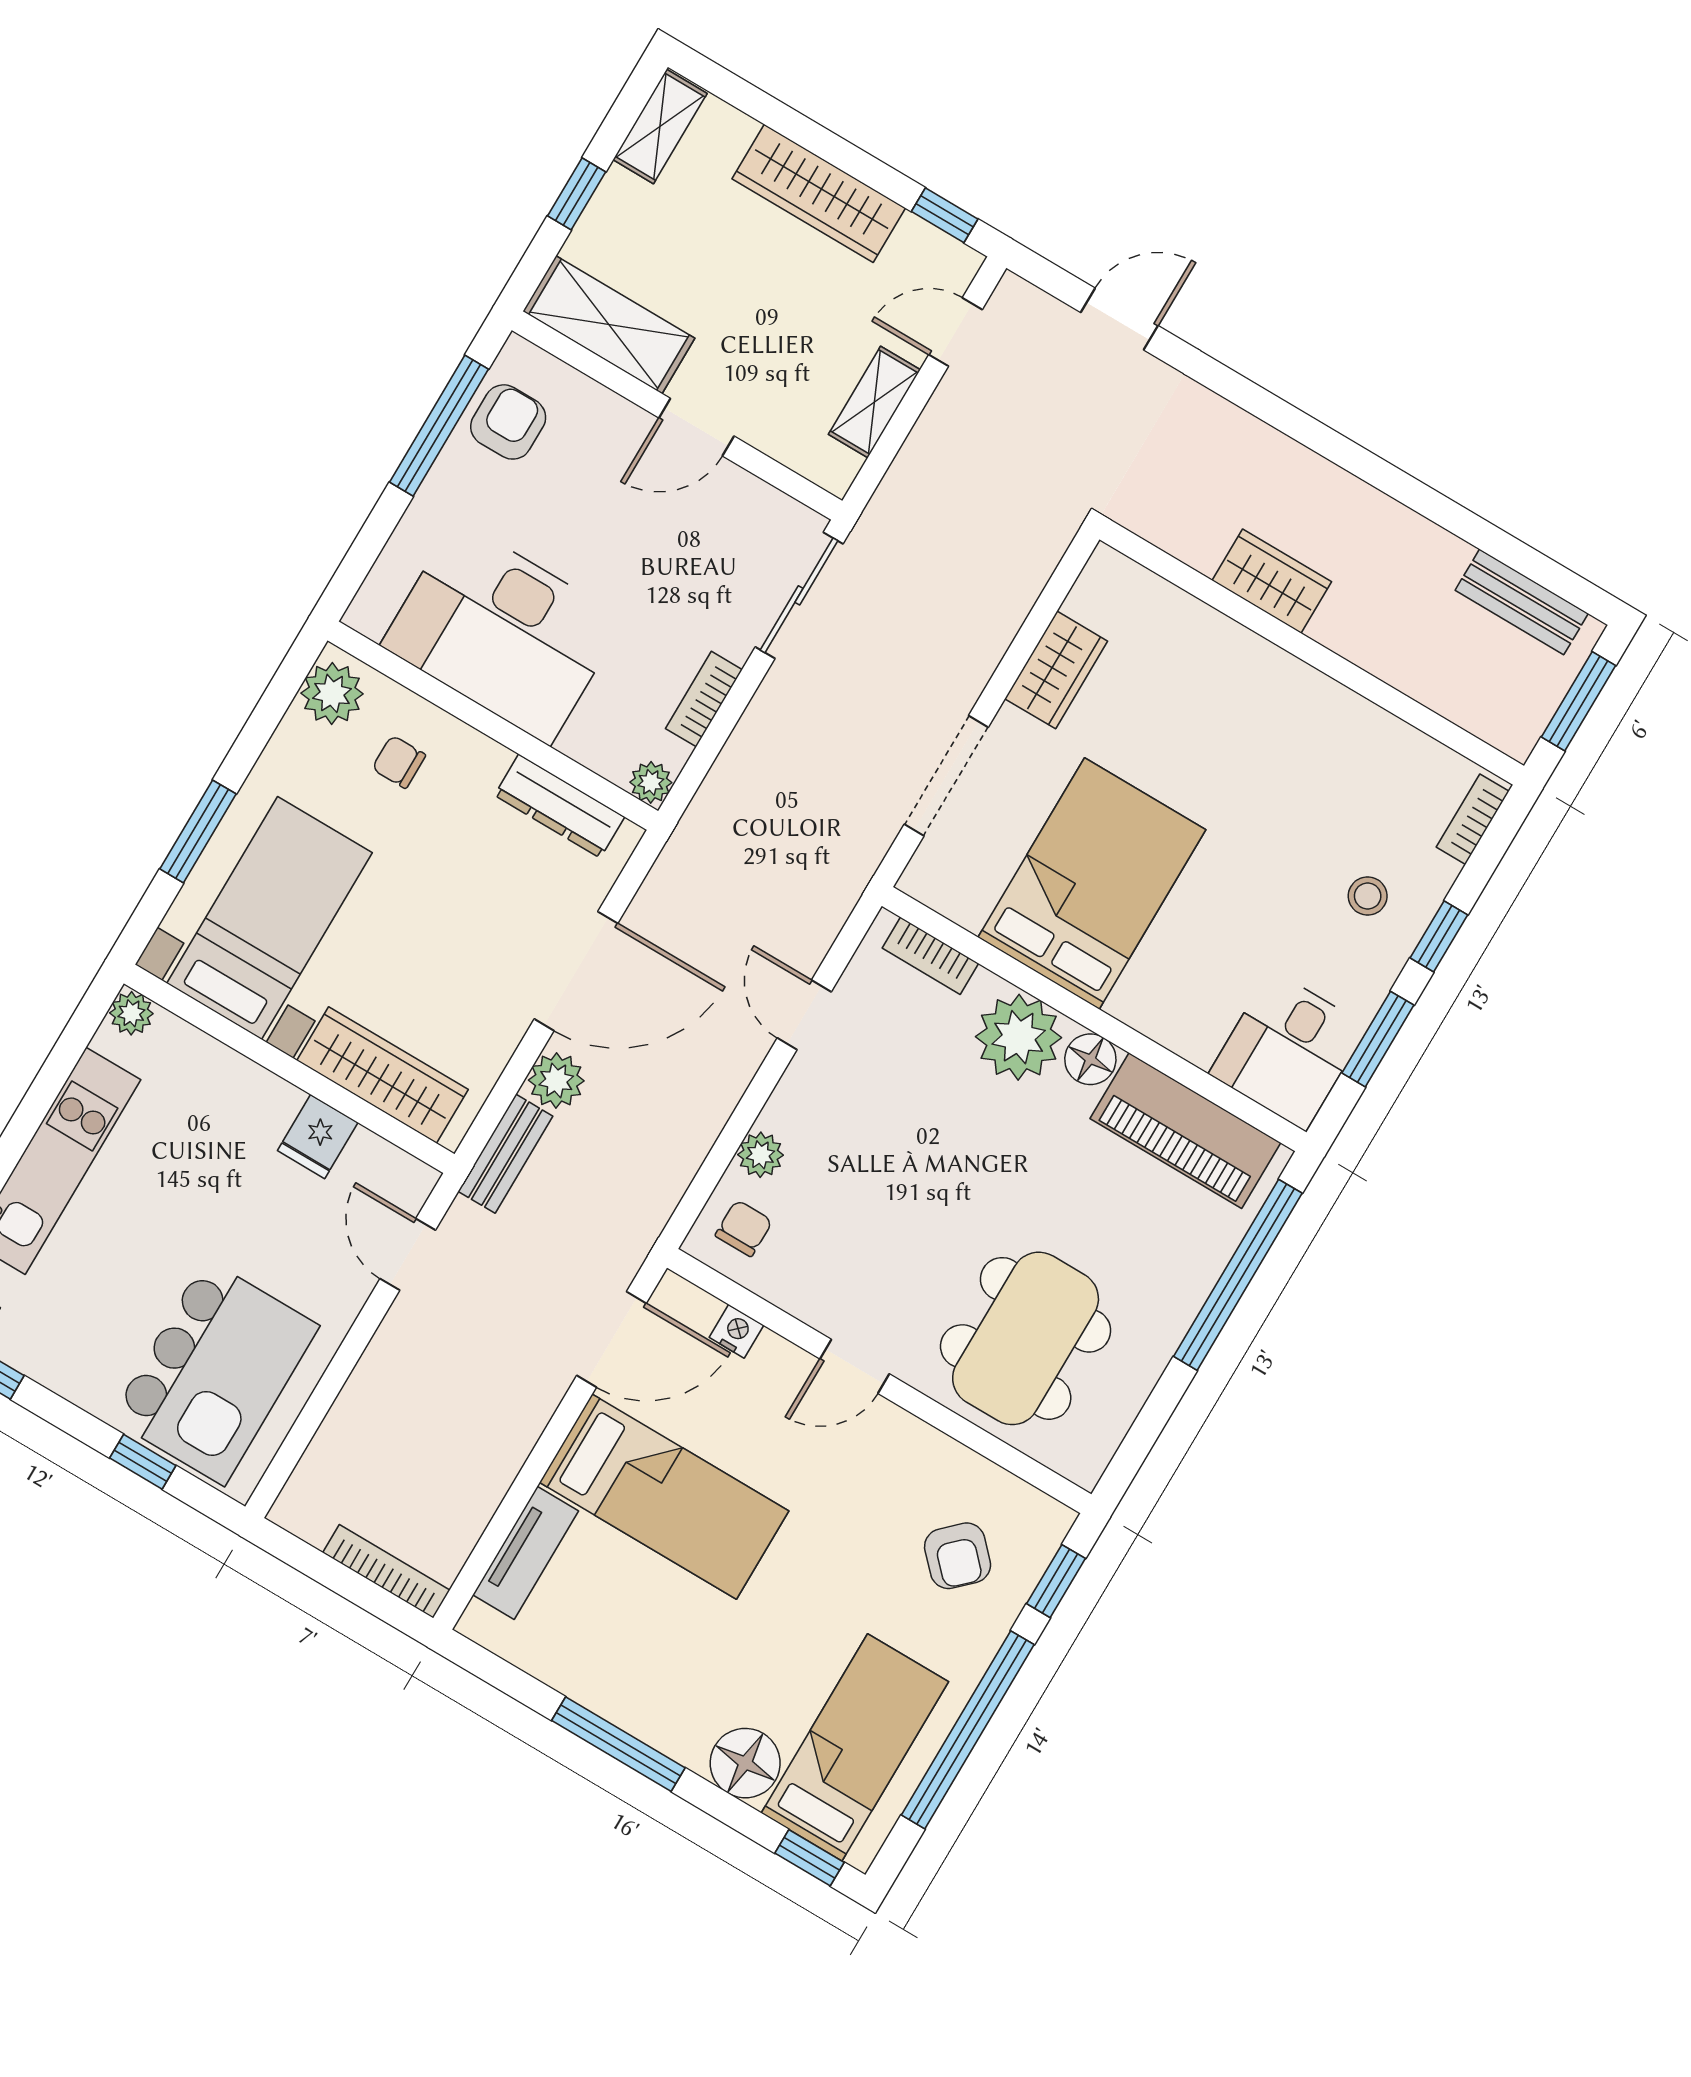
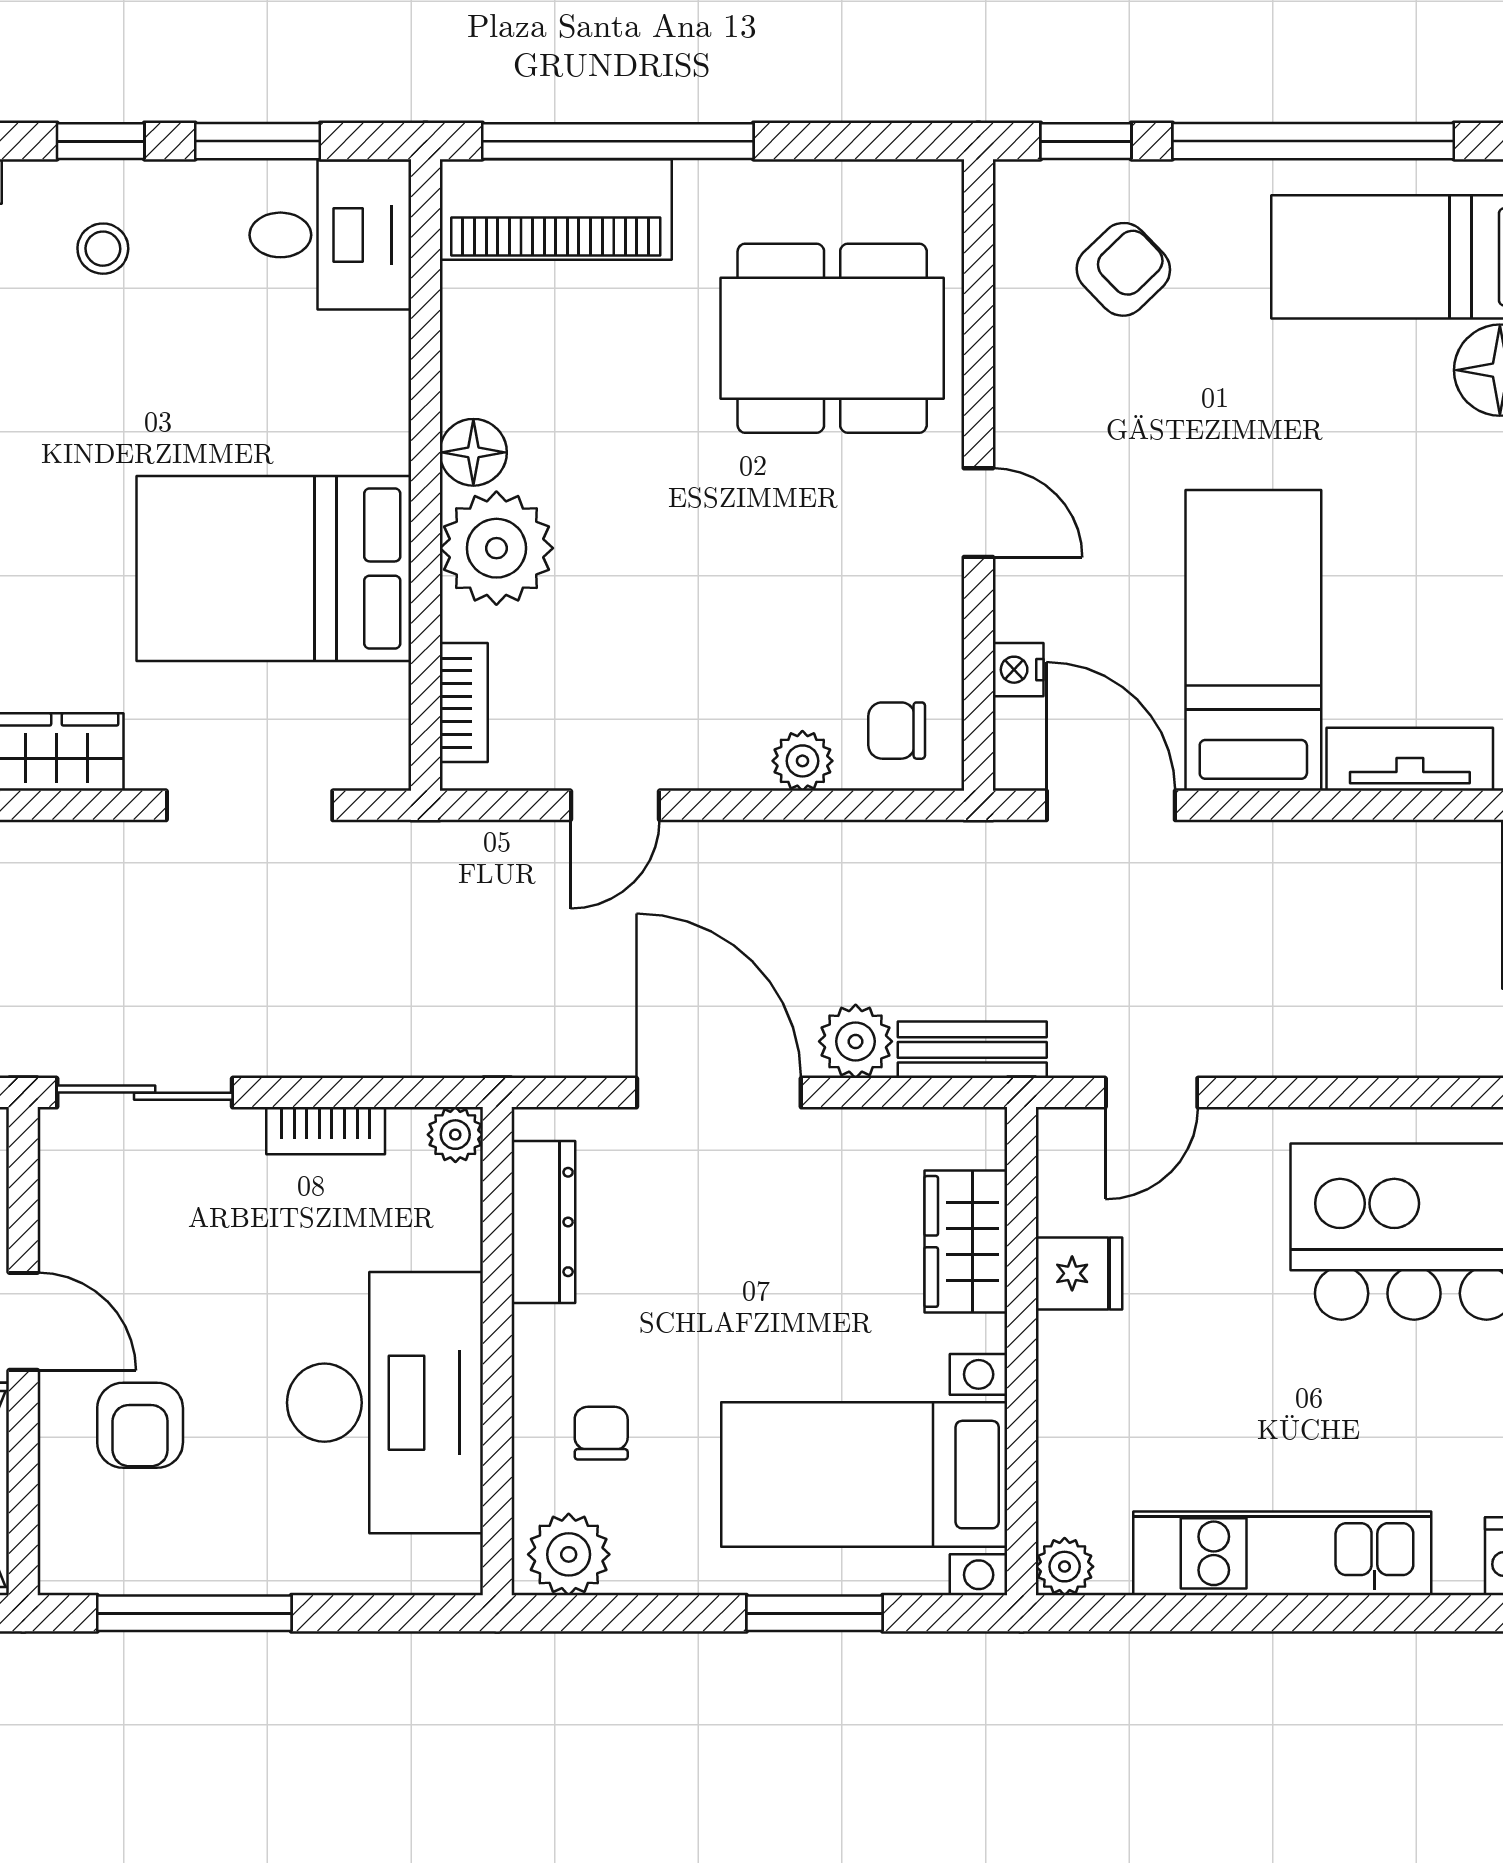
armchair: (508, 422) -> (140, 1425), moved, turned -90
chair: (399, 762) -> (601, 1433), turned 180
wardrobe: (383, 1075) -> (966, 1241), width x0.67
piano: (1185, 1131) -> (556, 209), moved, turned 90

